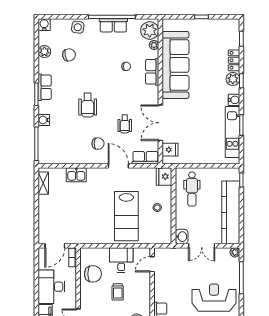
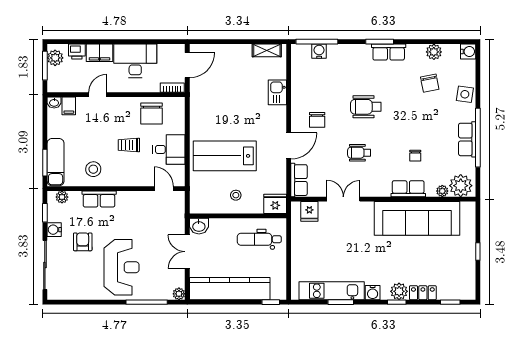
water cooler: (44, 120) -> (319, 51), moved
double door: (160, 123) -> (343, 199), width x0.73
wheelchair: (125, 124) -> (359, 153), moved
door: (55, 246) -> (187, 65), swing flipped

